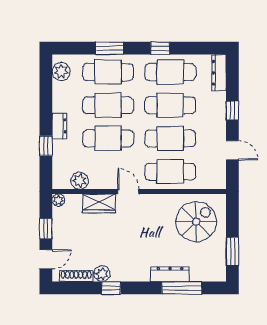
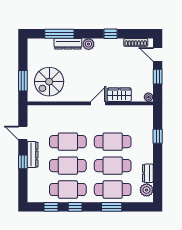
window: (194, 48) -> (51, 207), added
dresser: (219, 73) -> (33, 155), moved
dresser: (59, 126) -> (148, 173), moved
cafe table: (170, 172) -> (68, 118), removed
plant: (80, 181) -> (133, 111), removed
door: (128, 192) -> (98, 103), swing flipped
window: (232, 251) -> (23, 81), moved
door: (46, 259) -> (158, 55), hinge flipped
plant: (102, 274) -> (88, 44), moved

